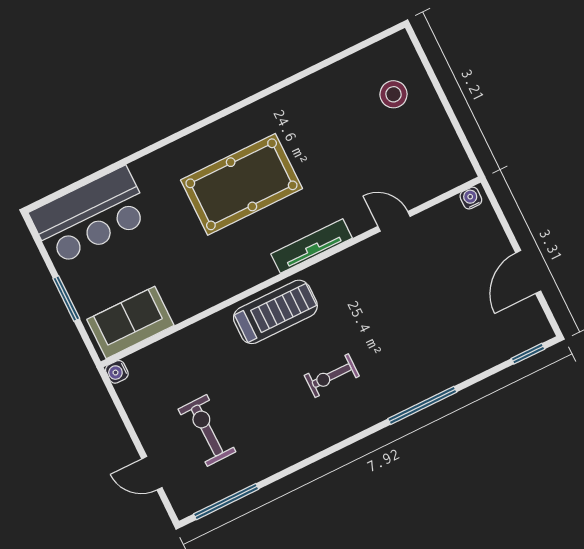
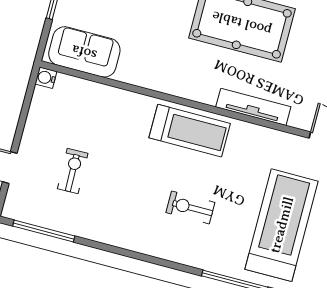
treadmill: (421, 324) -> (282, 225), added
exercise bike: (207, 430) -> (73, 171), width x0.73, depth x0.72

